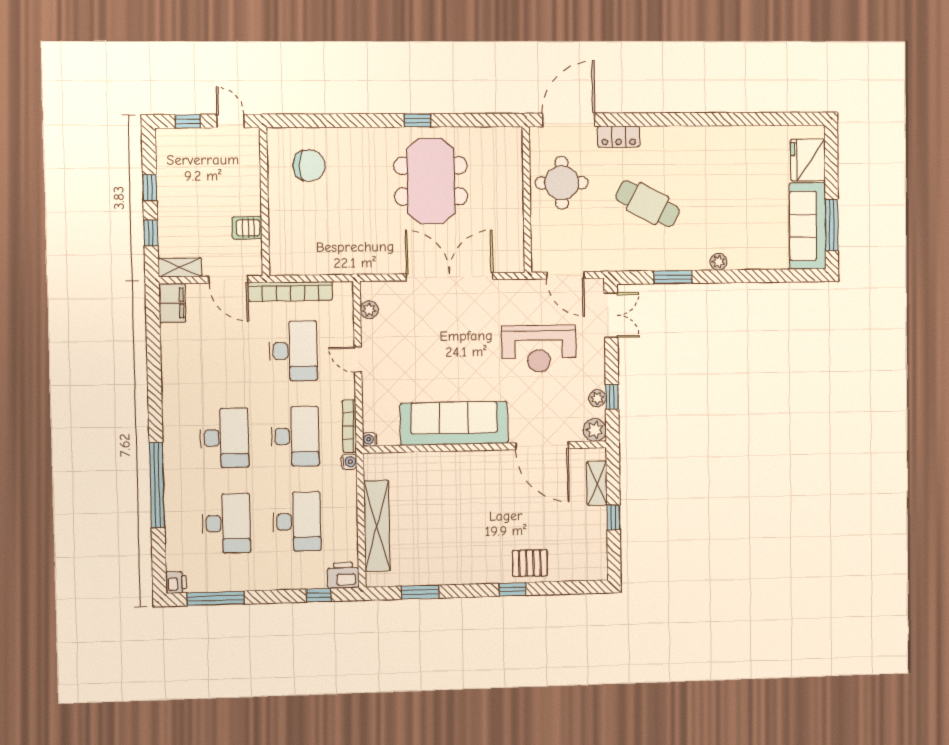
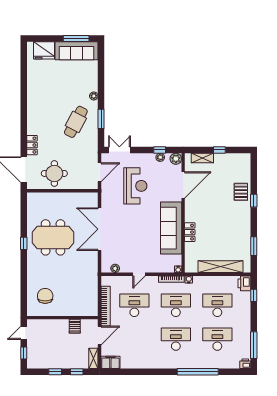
cafe table: (648, 204) -> (76, 122), moved
locker: (446, 461) -> (190, 232), added

